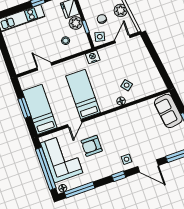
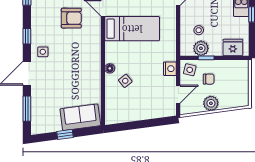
plant: (76, 23) -> (201, 48), moved
door: (122, 39) -> (178, 94), hinge flipped
nightstand: (93, 57) -> (170, 69), moved
armchair: (92, 146) -> (71, 18), turned 90

